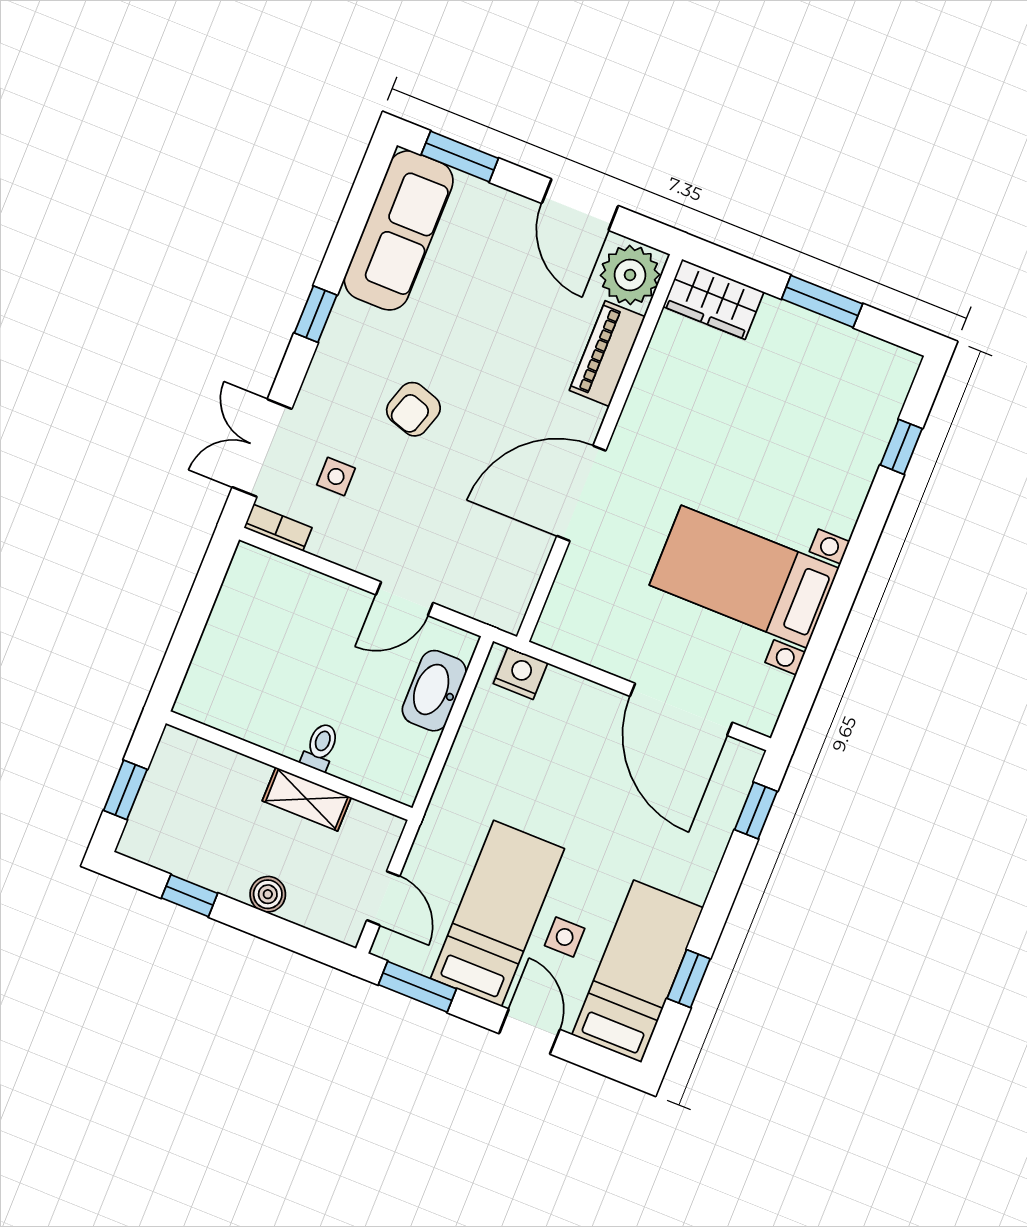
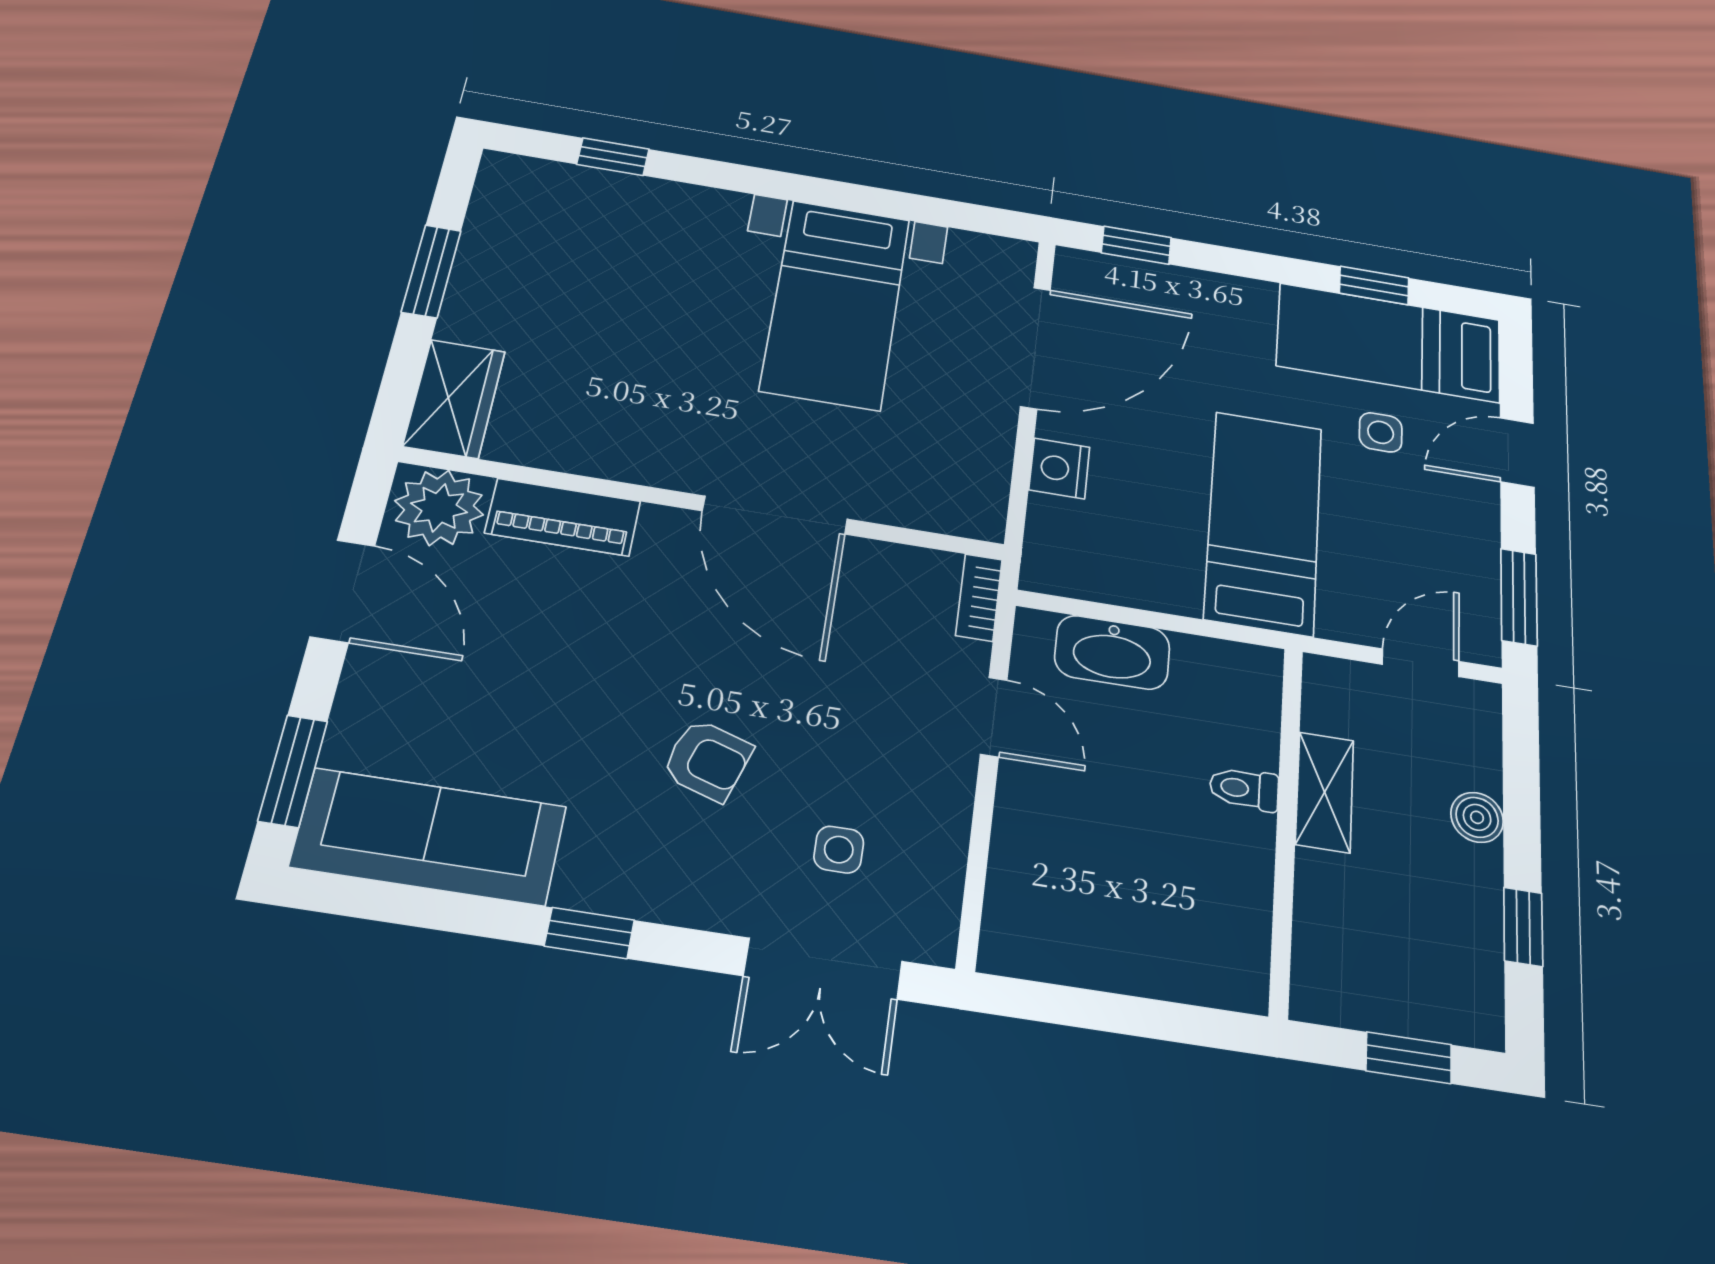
door: (580, 205) -> (343, 591), hinge flipped
bookcase: (278, 528) -> (979, 597), moved
nightstand: (520, 673) -> (1059, 469), moved
bed: (497, 914) -> (1264, 522), moved, turned 90

